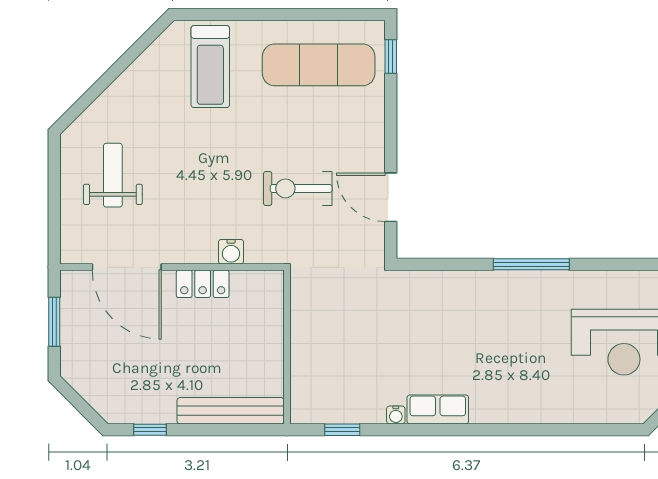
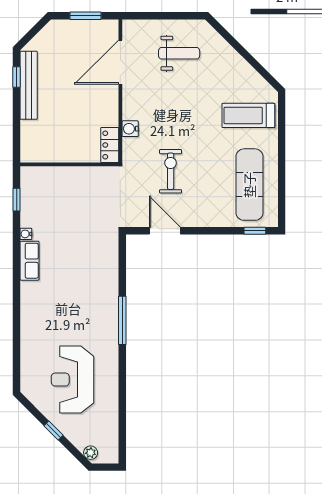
door: (391, 197) -> (165, 231), hinge flipped
locker: (203, 284) -> (110, 145), moved
bench: (231, 411) -> (29, 85), moved

